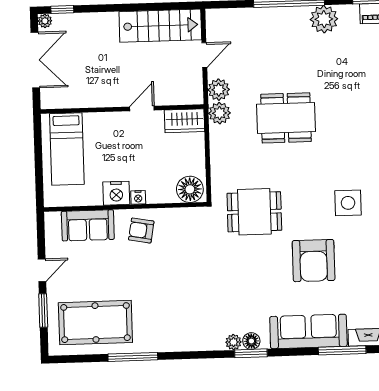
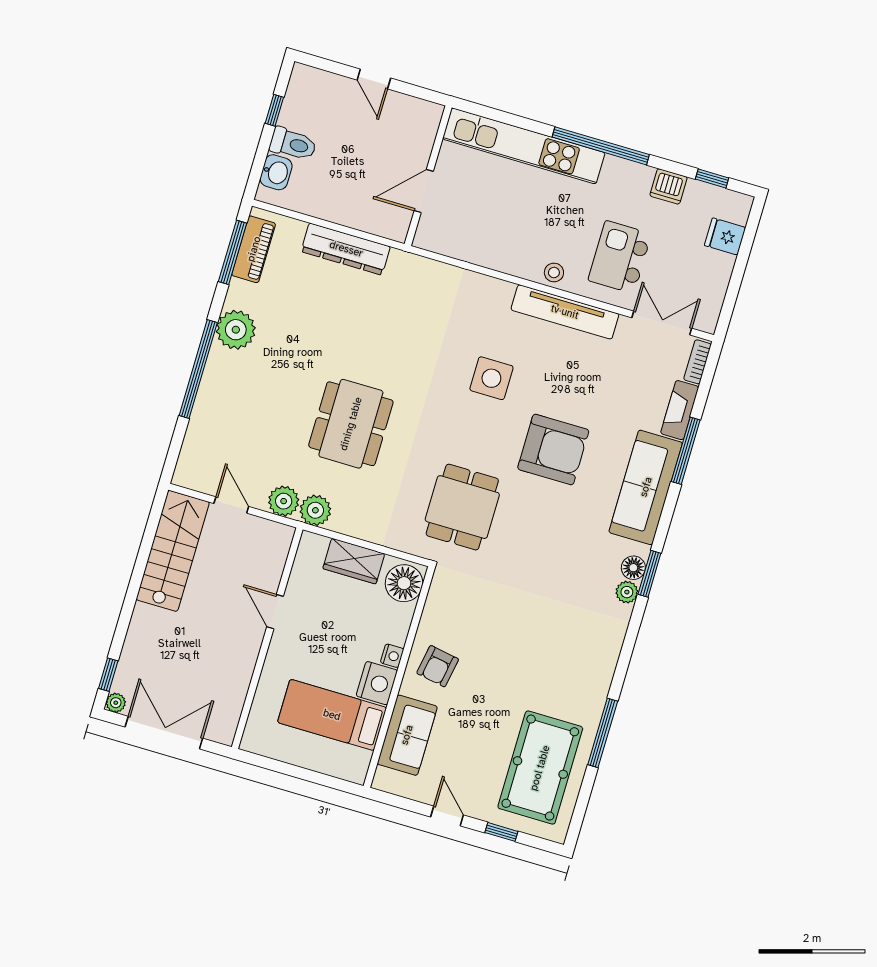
wardrobe: (184, 121) -> (354, 561), moved, turned 90
bed: (67, 149) -> (332, 715), moved, turned 180
window: (43, 310) -> (501, 832), width x0.67

